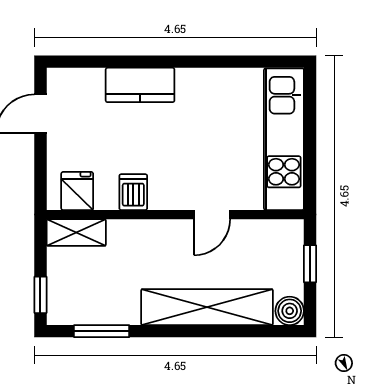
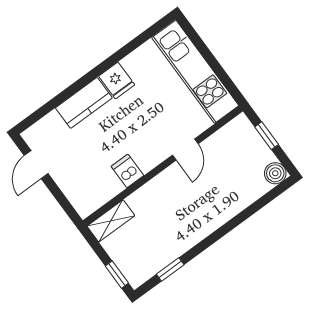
fridge: (77, 191) -> (117, 80), moved, turned 180
shelving: (207, 307) -> (223, 208), removed
window: (102, 331) -> (170, 269), width x0.67

